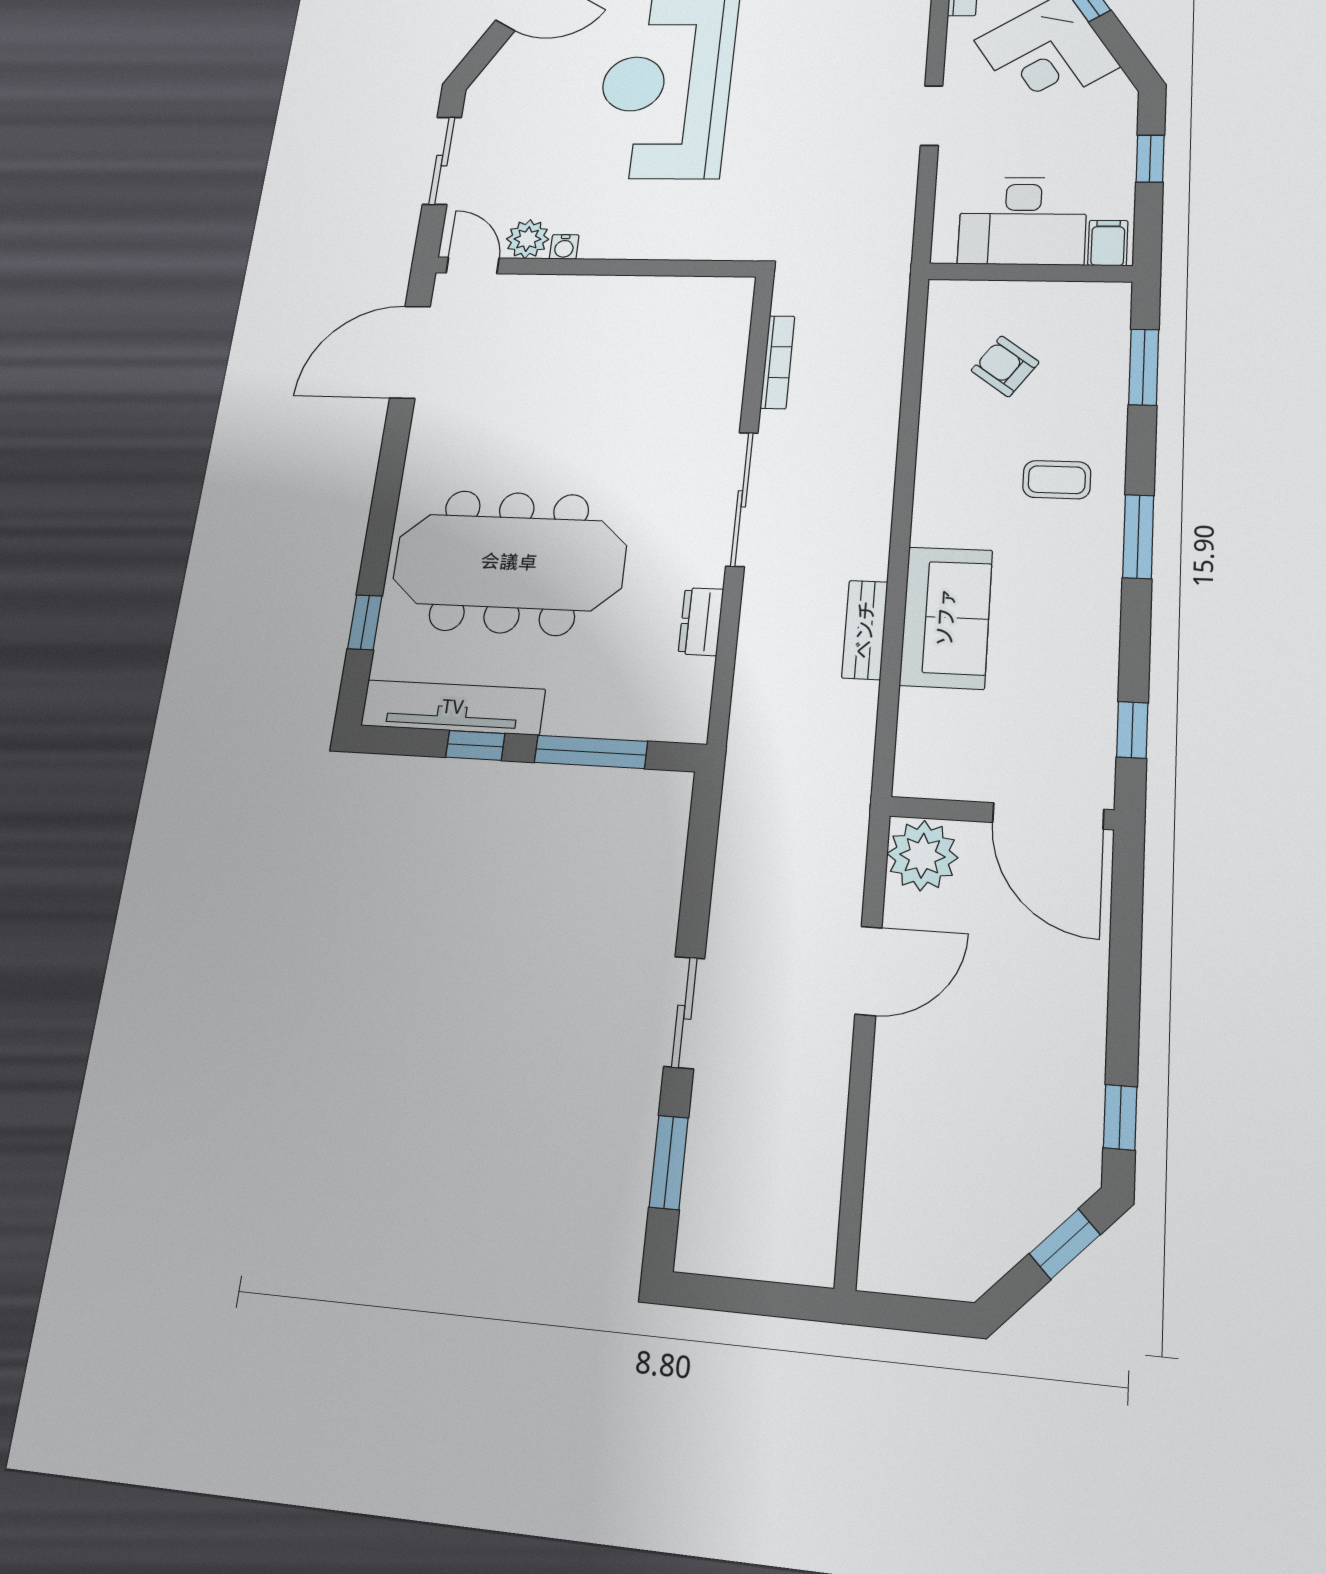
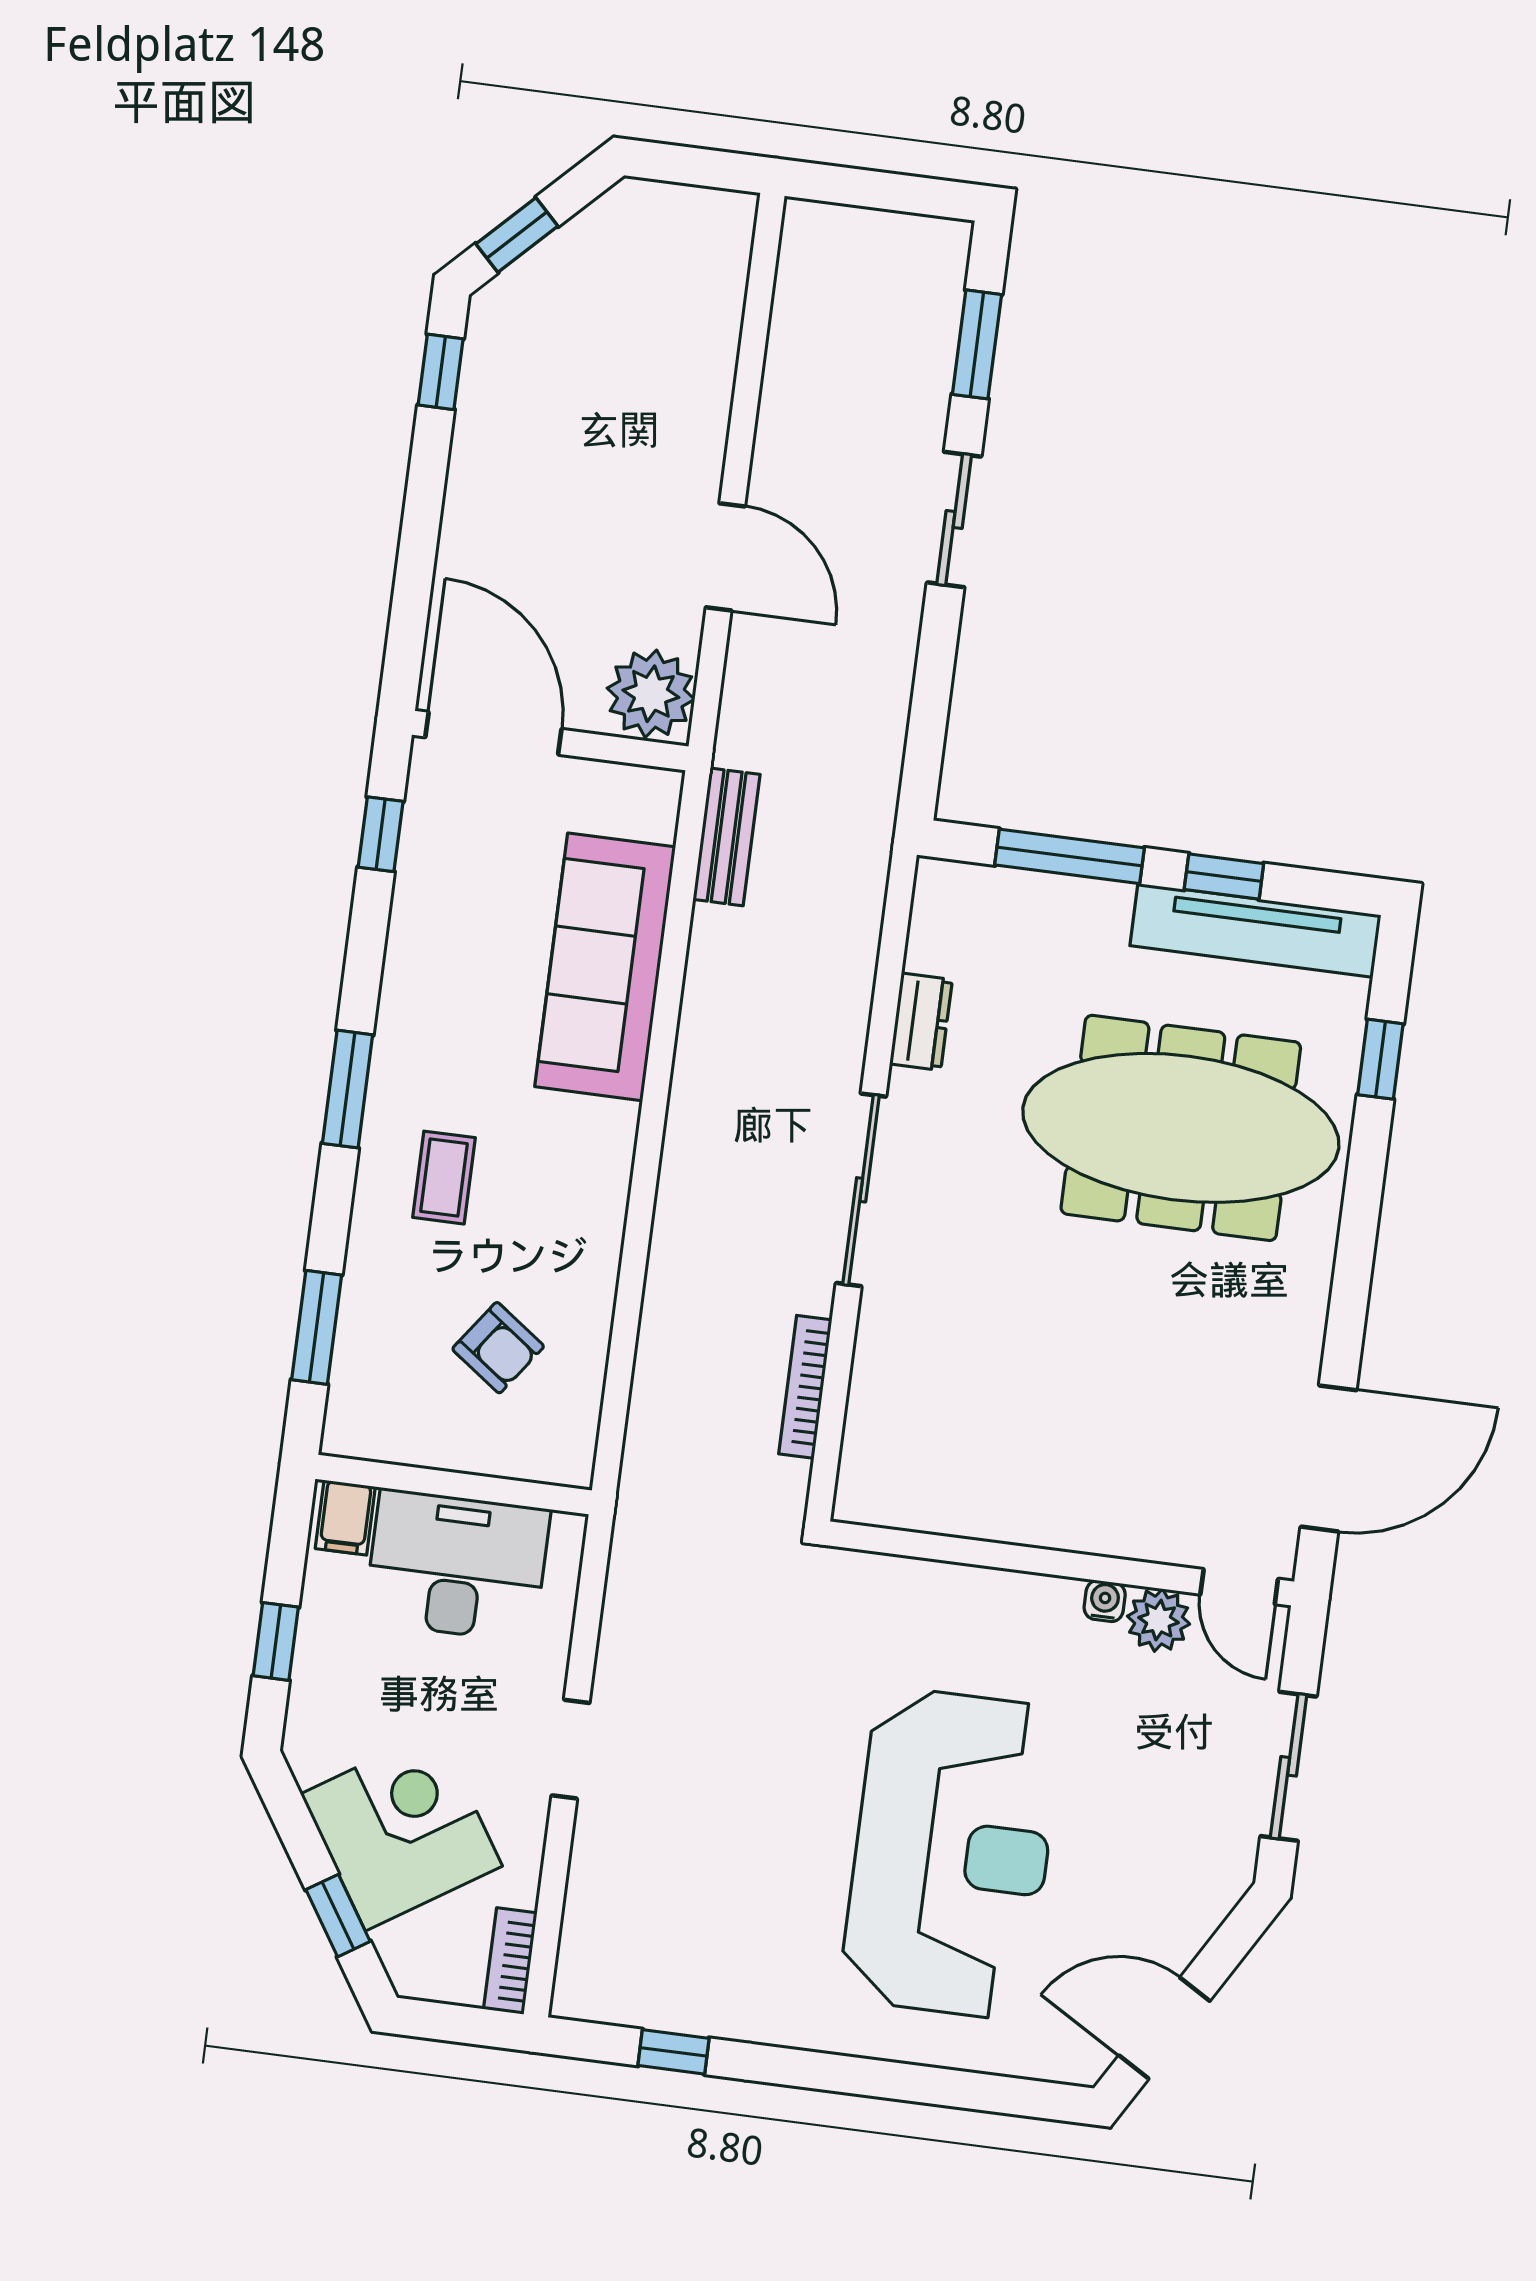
coffee table: (1057, 480) -> (444, 1178), turned 90
sofa: (946, 617) -> (605, 967), width x1.36
bench: (865, 630) -> (727, 837), moved
door: (868, 971) -> (725, 557), swing flipped

